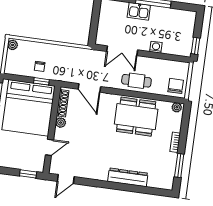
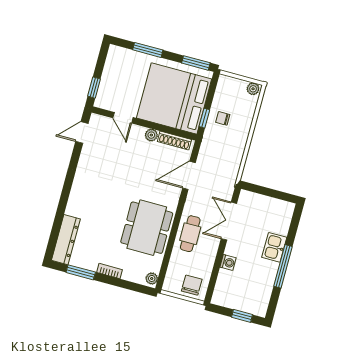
window: (196, 46) -> (242, 316), moved
chair: (176, 86) -> (192, 285), moved, turned -90
dresser: (128, 177) -> (66, 240), moved
door: (66, 179) -> (82, 133), hinge flipped

